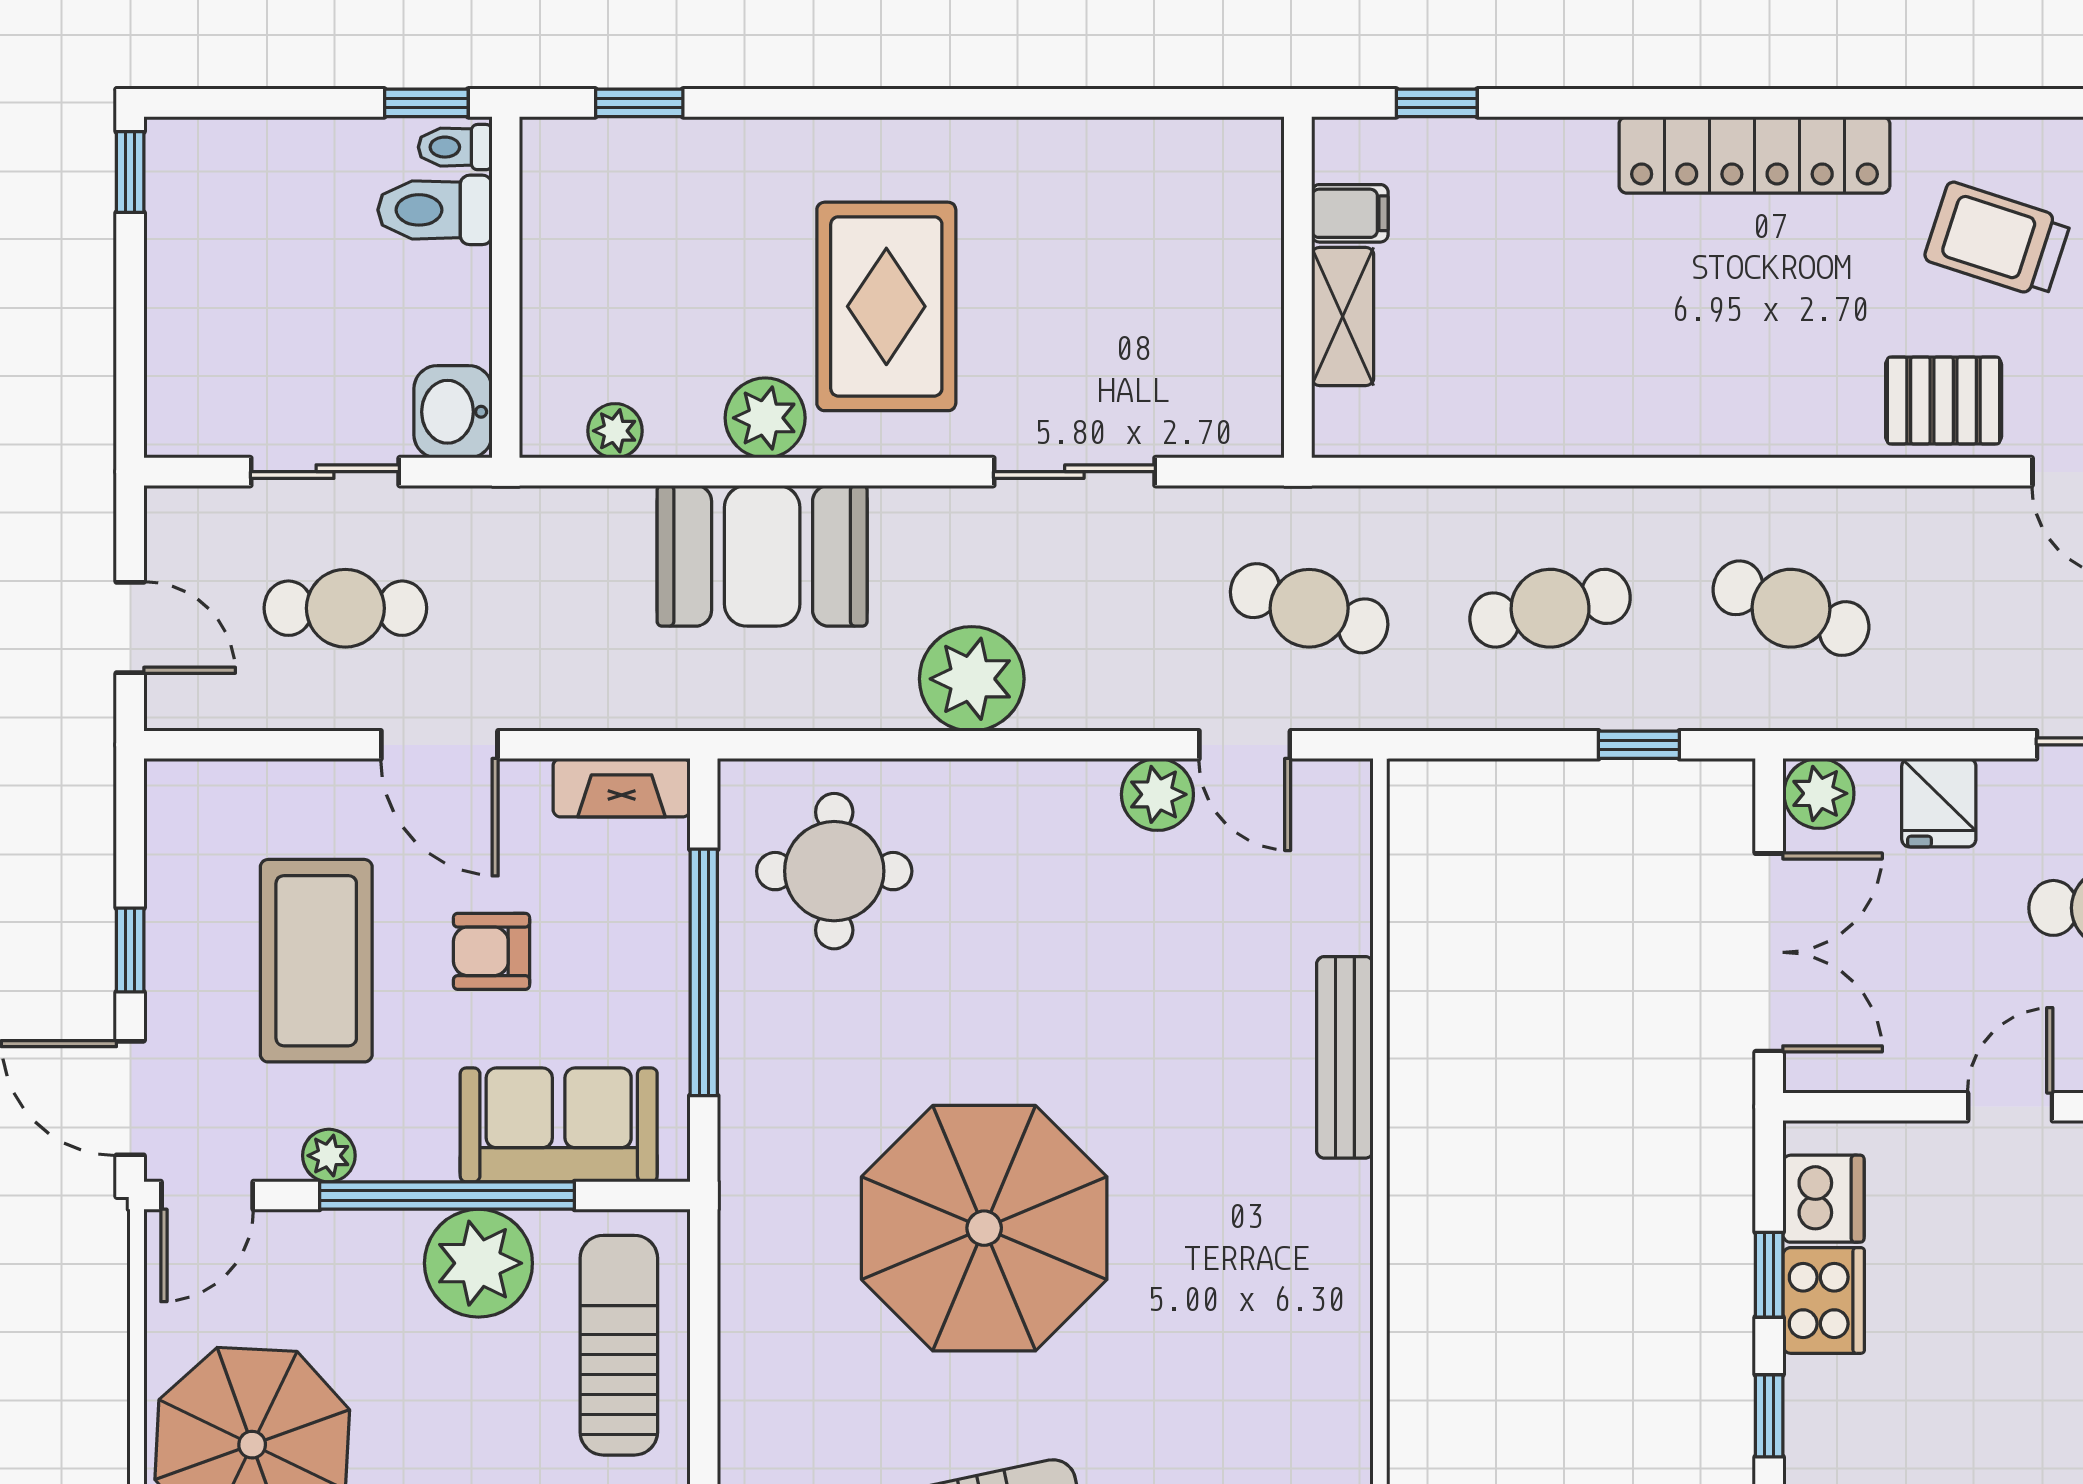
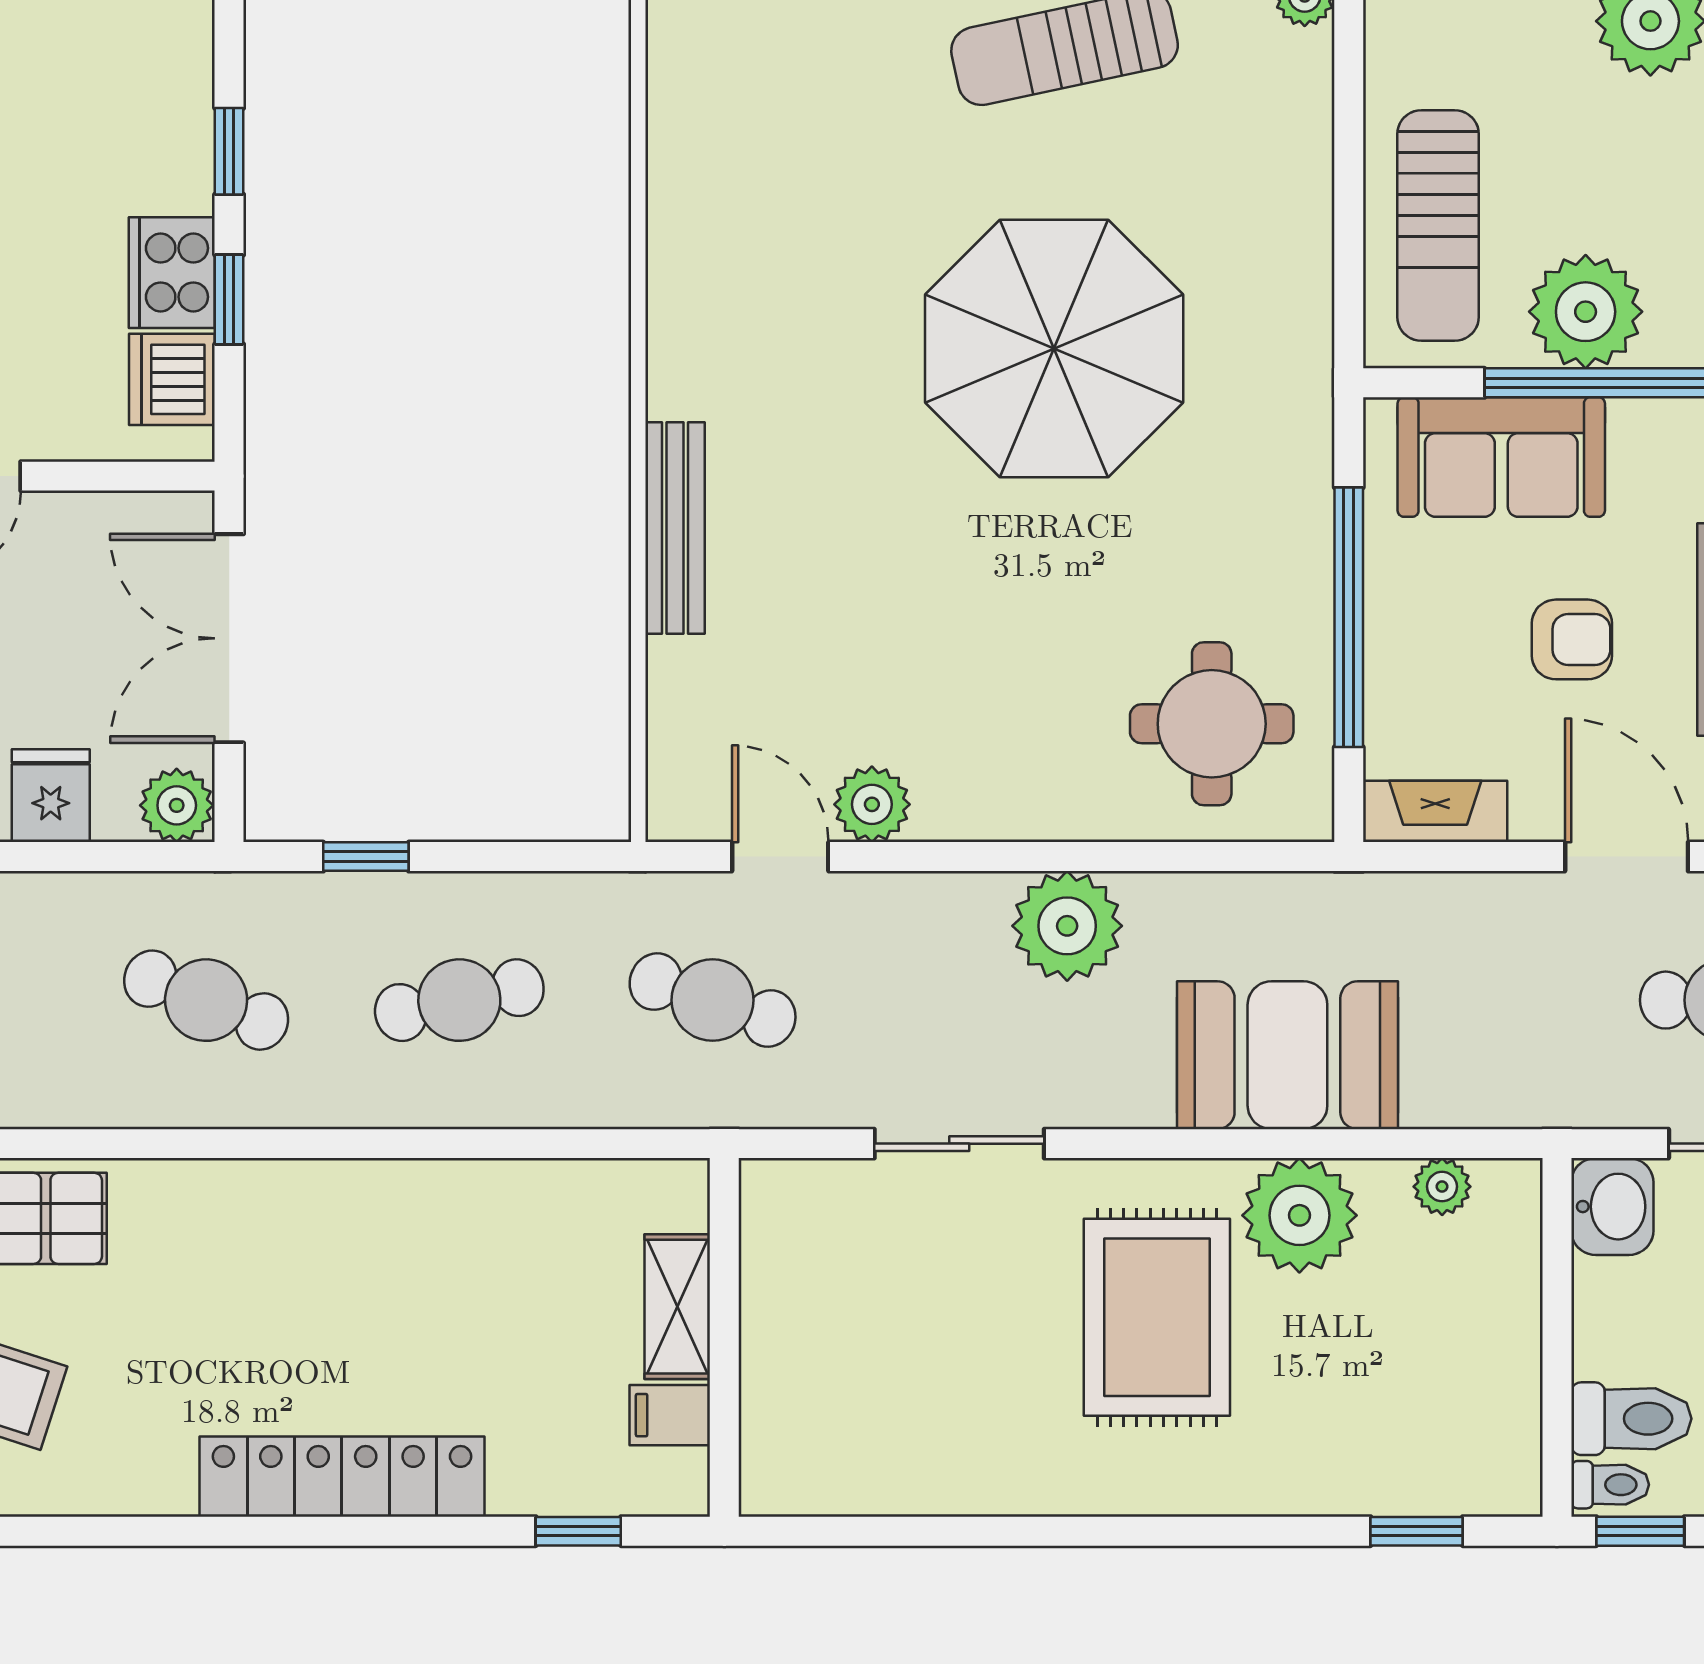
locker: (1754, 155) -> (342, 1477), moved
plant: (765, 418) -> (1299, 1215), width x1.36, depth x1.36

